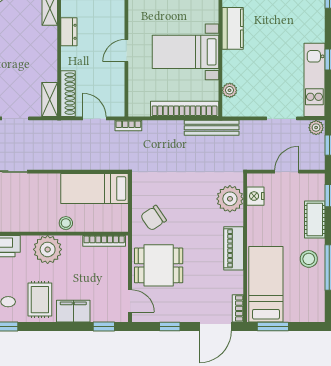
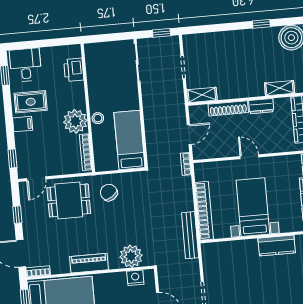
plant: (230, 90) -> (223, 248), removed
shoe rack: (68, 94) -> (228, 108), moved
plant: (48, 249) -> (75, 121), moved
dining table: (159, 265) -> (69, 200), turned 90
filing cabinet: (73, 311) -> (23, 124), width x0.50

